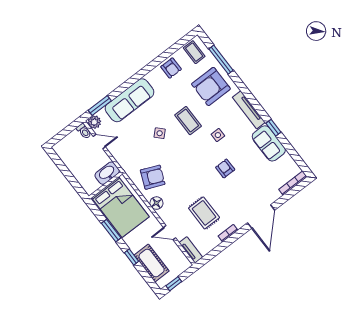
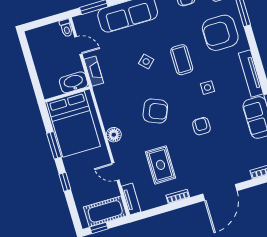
plant: (94, 122) -> (81, 23), removed
fireplace: (120, 158) -> (94, 71), added
armchair: (153, 177) -> (155, 111), moved
cot: (152, 263) -> (105, 211), moved, turned 90

